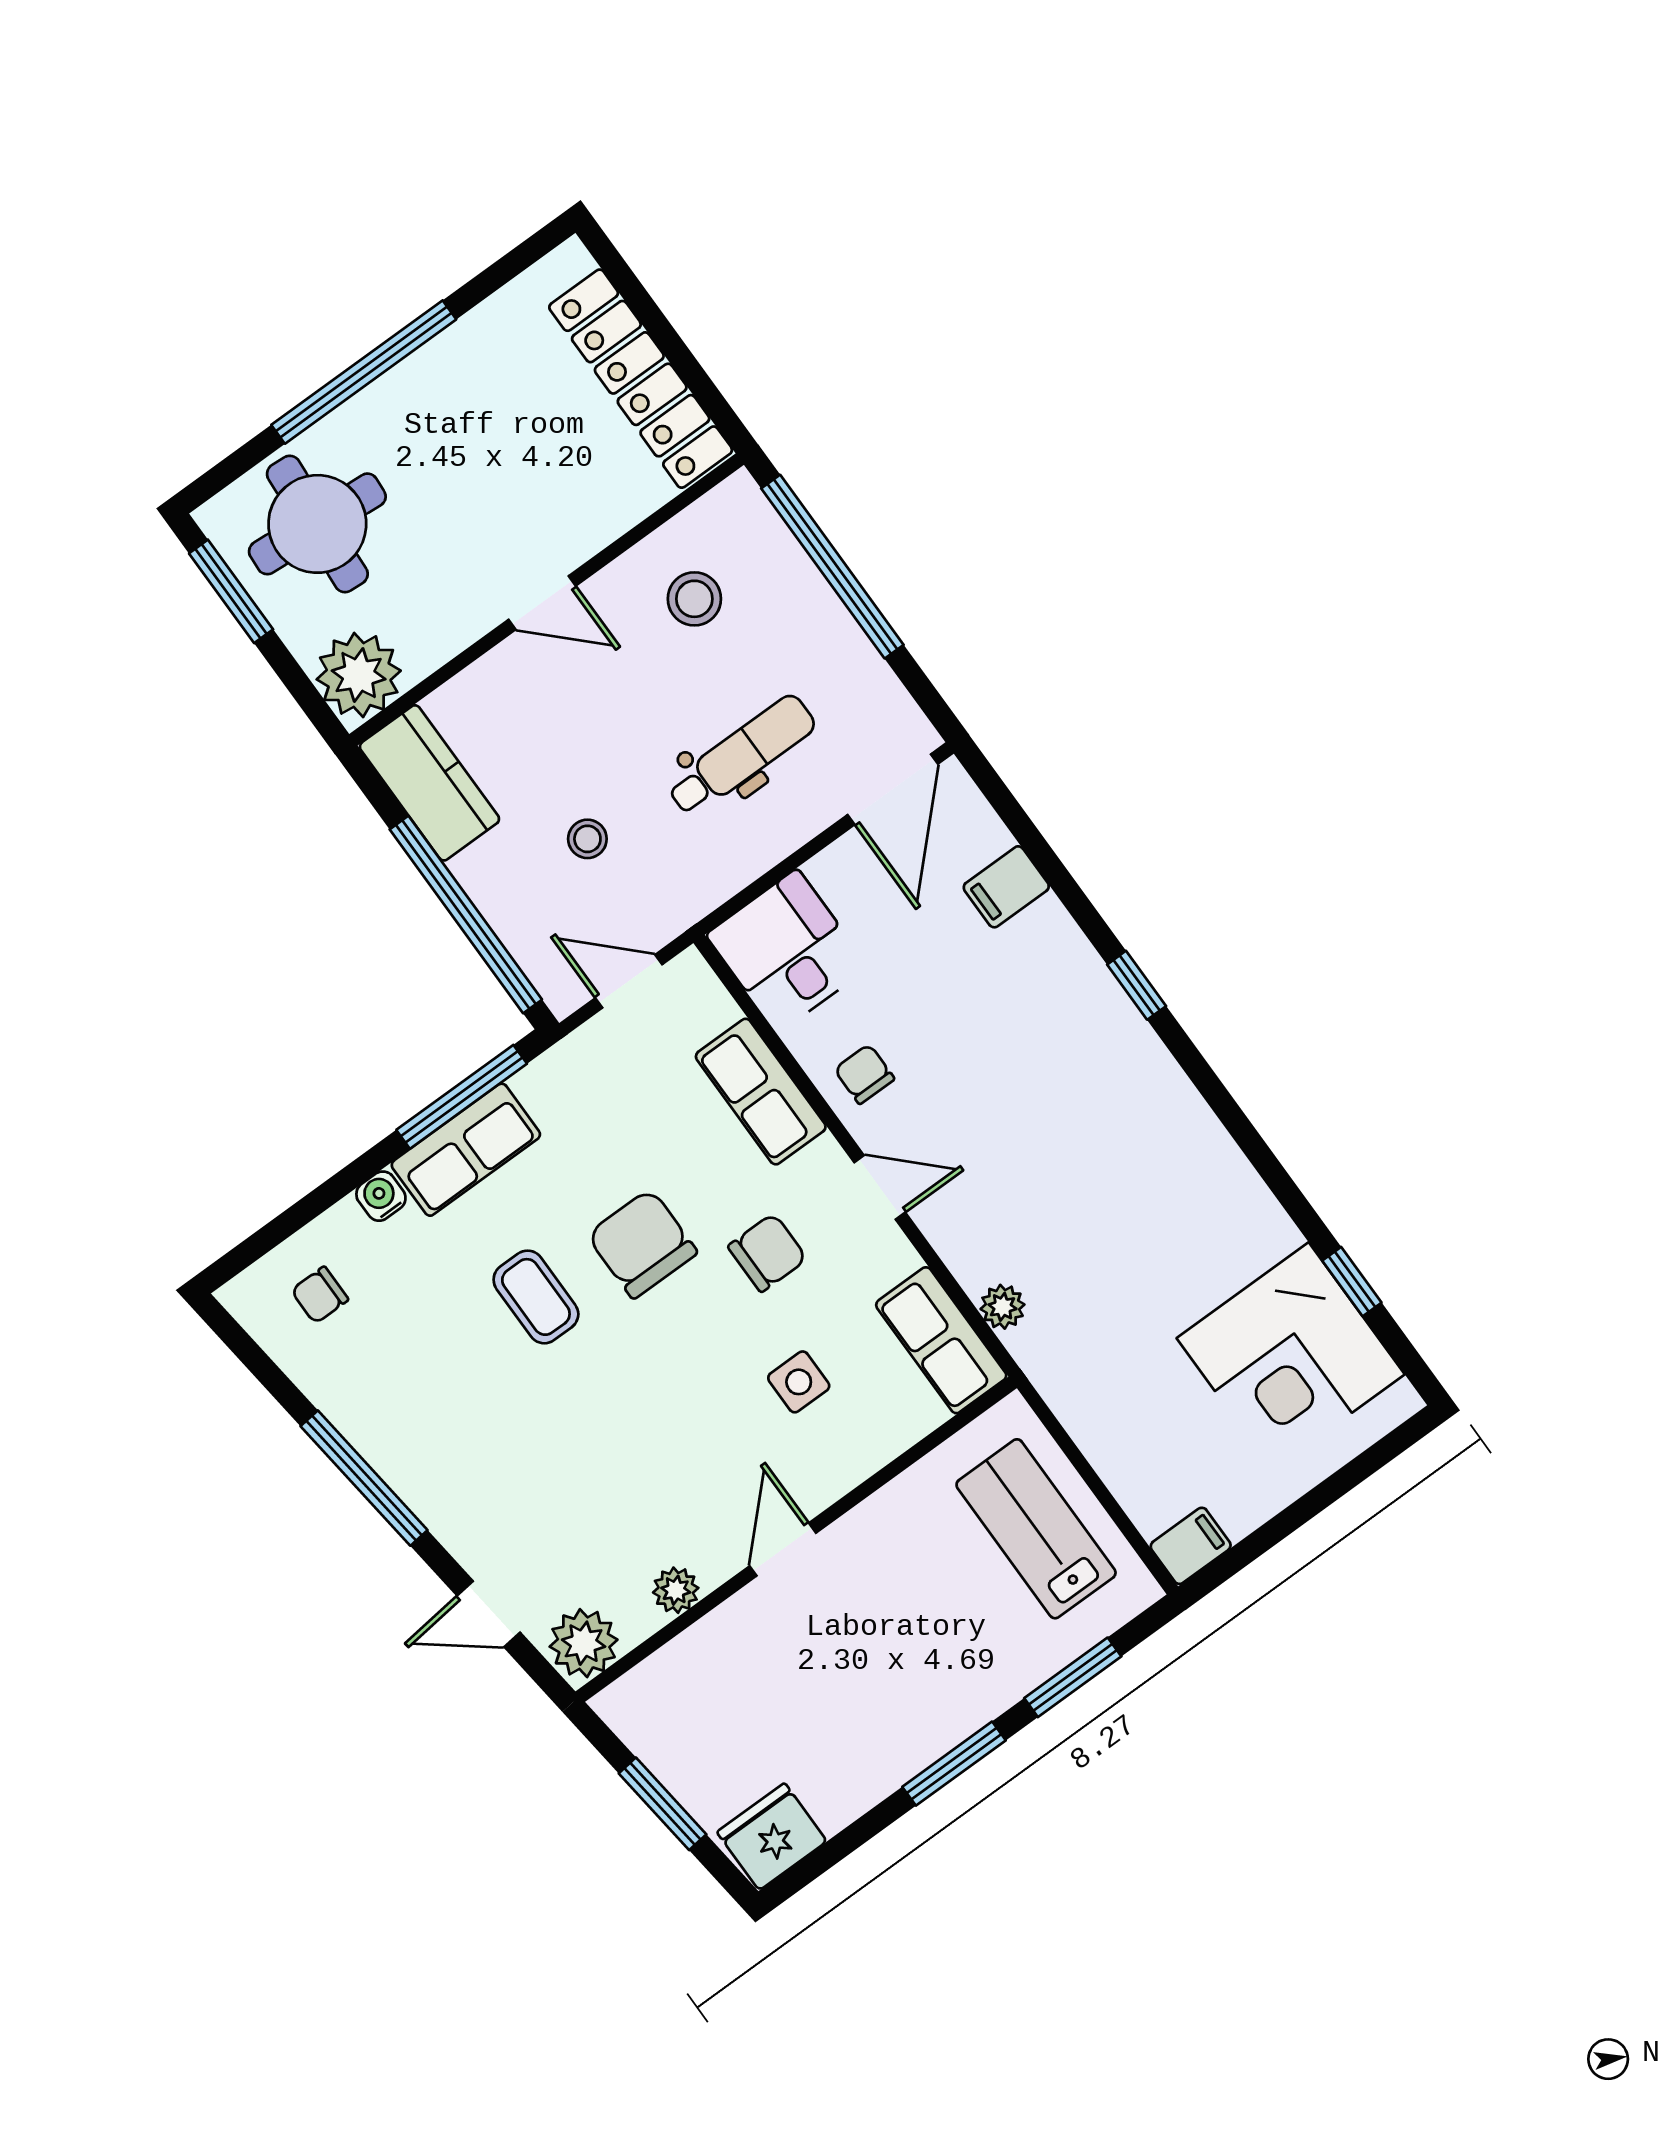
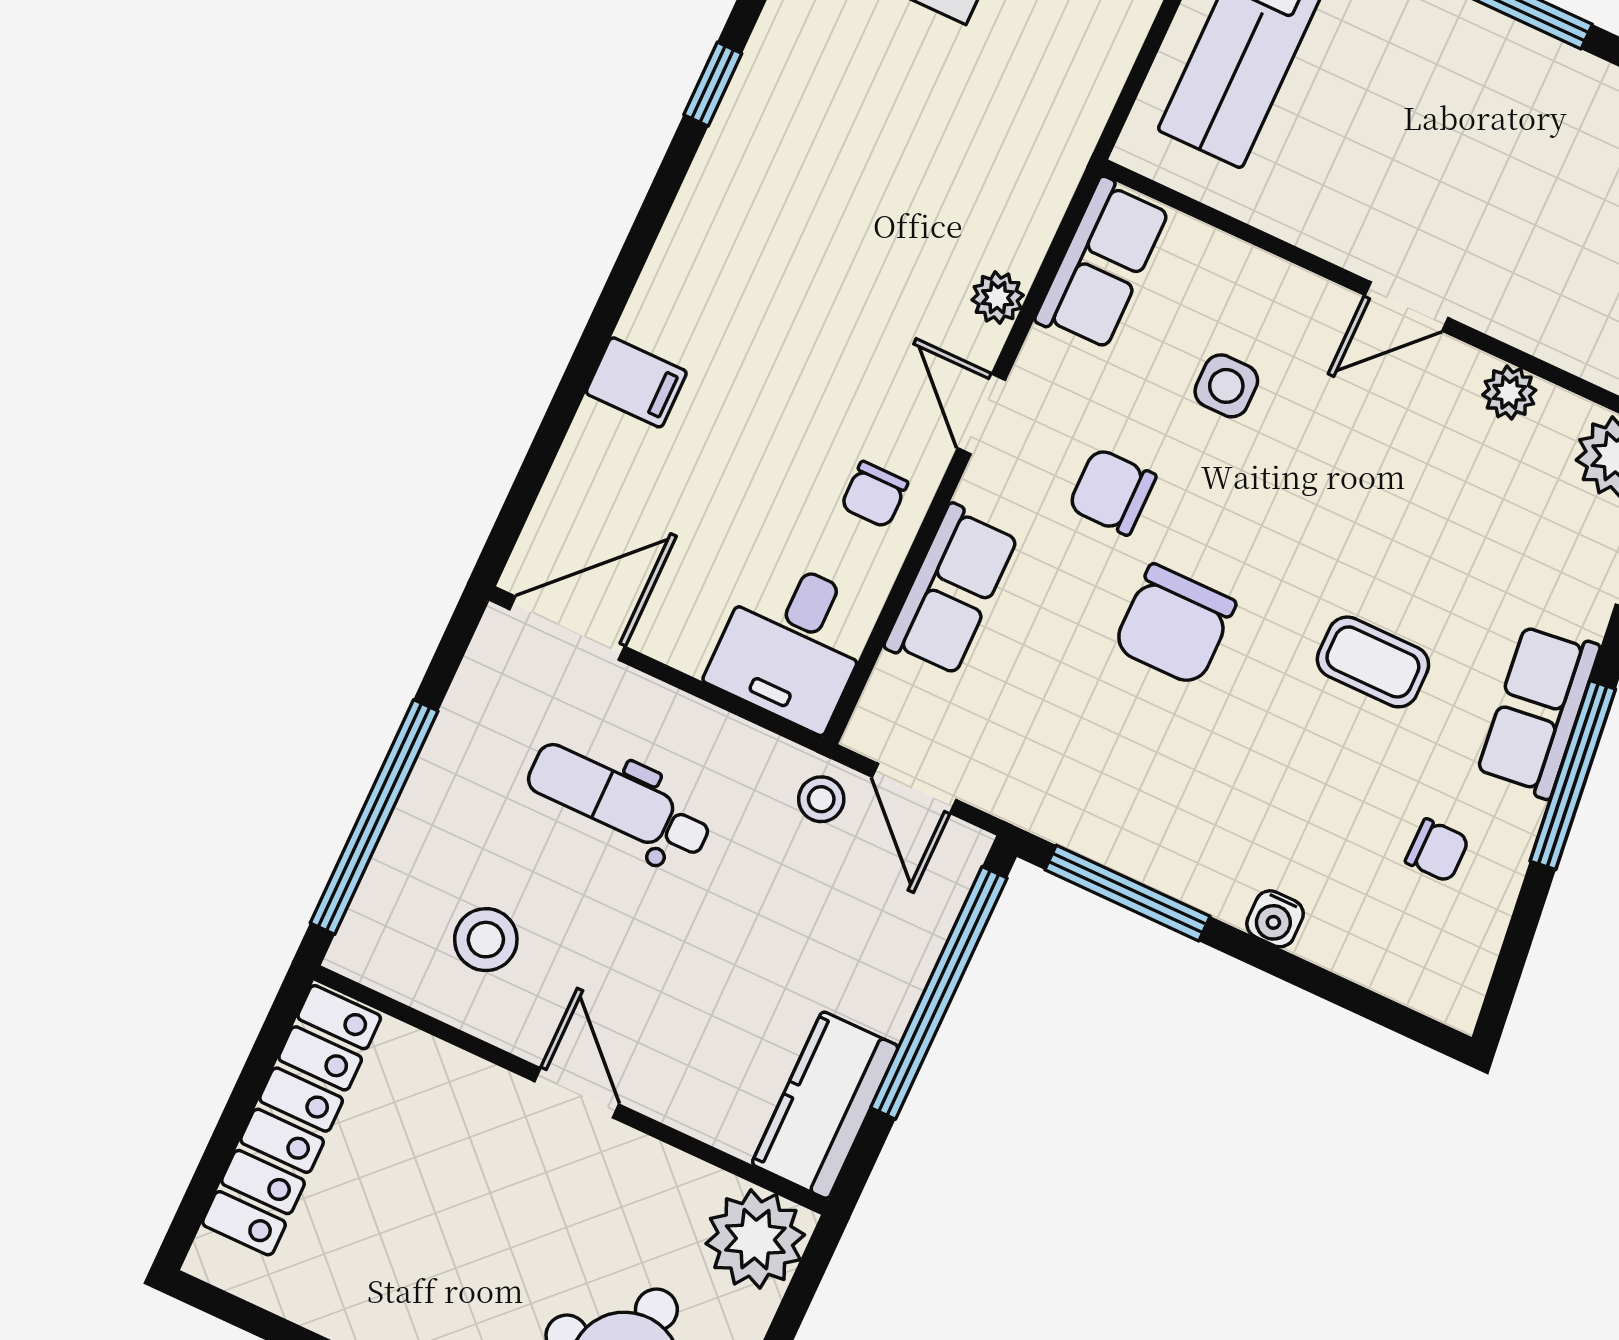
stool: (587, 839) -> (821, 799), moved
filing cabinet: (1006, 887) -> (636, 382), moved
window: (1137, 985) -> (713, 84), moved
row of seats: (466, 1150) -> (1538, 711), moved, turned -97
chair: (320, 1295) -> (1437, 850), moved
coffee table: (536, 1297) -> (1373, 662), moved, turned 90
plant: (1003, 1307) -> (998, 298), moved

